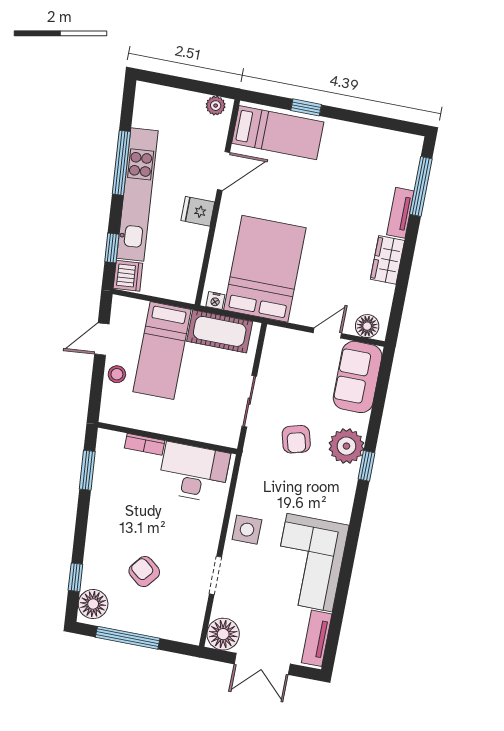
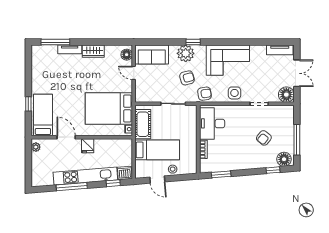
armchair: (257, 469) -> (204, 94), added
corner sofa: (310, 563) -> (228, 60), moved

